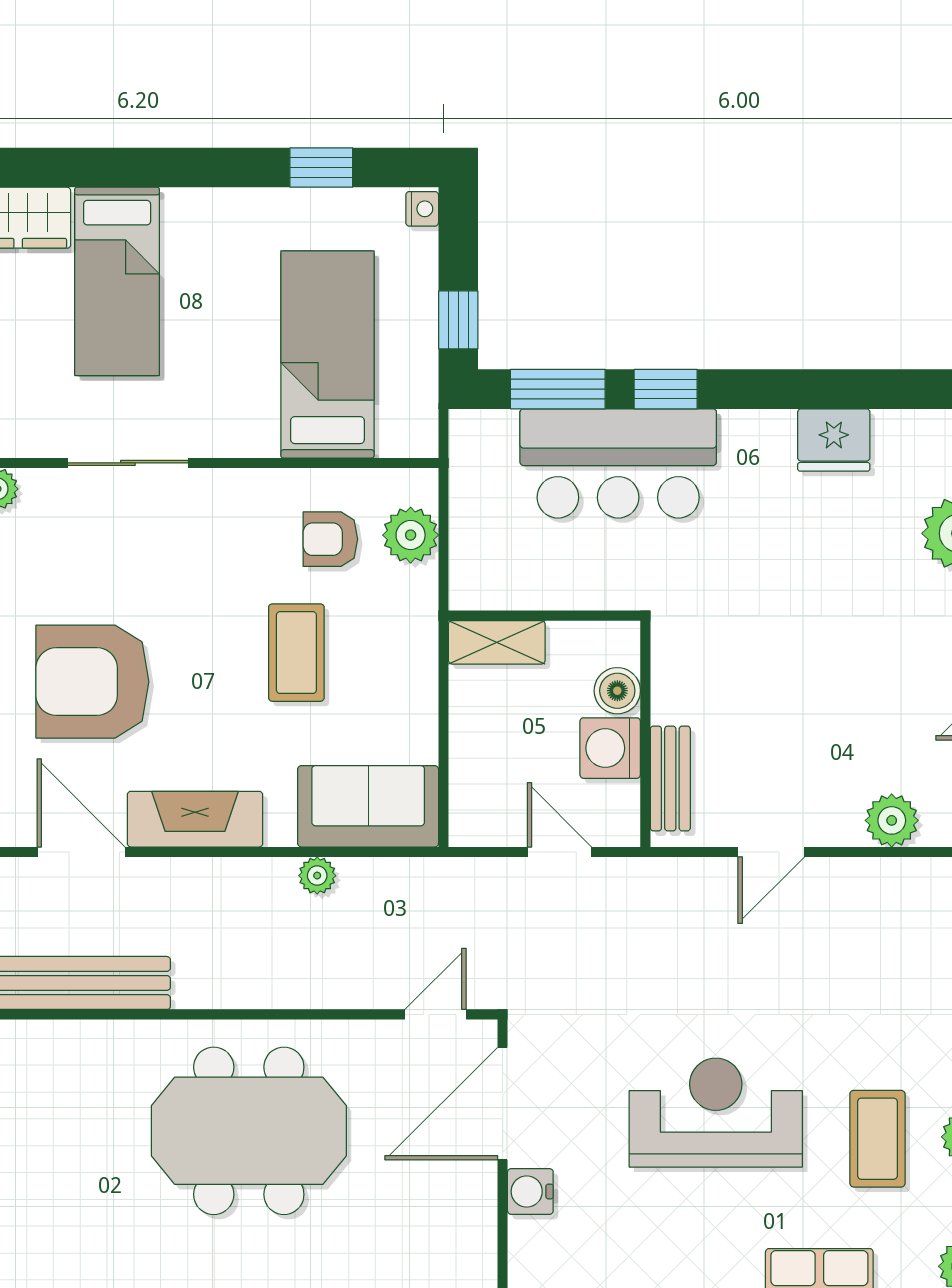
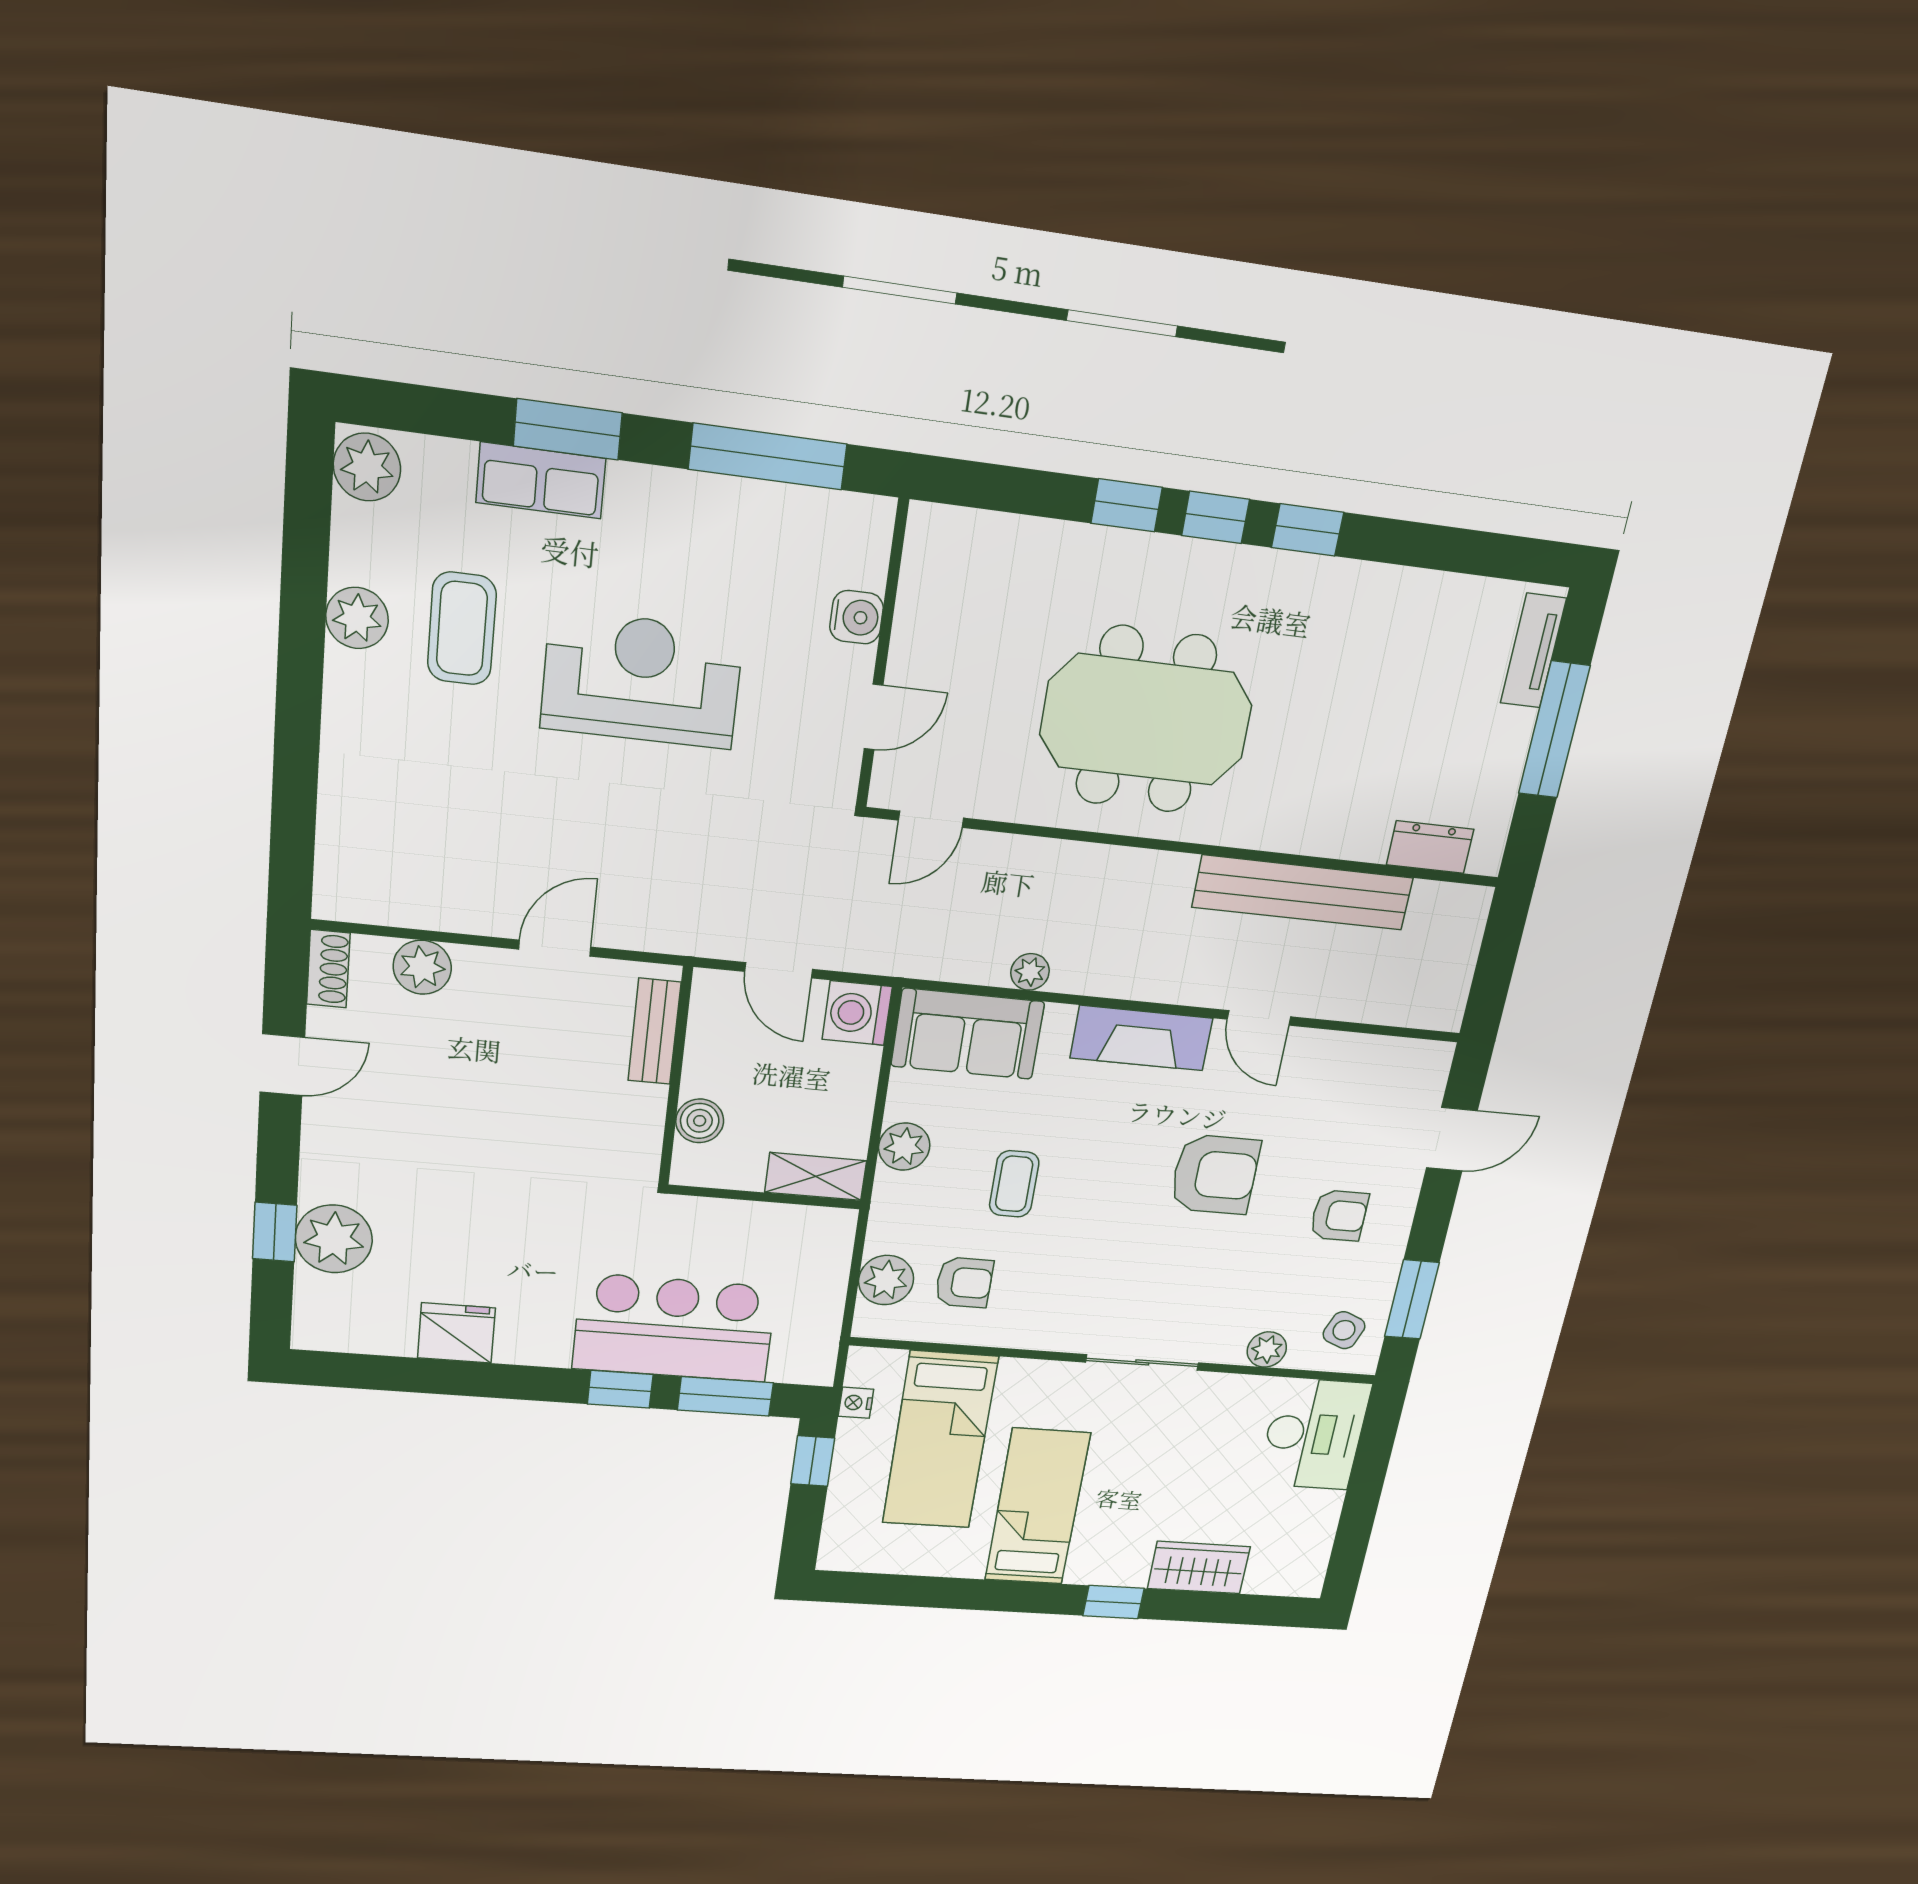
window: (321, 168) -> (1113, 1602), moved
nightstand: (422, 209) -> (856, 1403), moved
bed: (117, 281) -> (1037, 1507), moved
coffee table: (296, 653) -> (1014, 1184), width x0.73, depth x0.77
armchair: (92, 682) -> (1215, 1175), width x0.73, depth x0.73
plant: (413, 682) -> (904, 1147), added
washing machine: (610, 748) -> (857, 1013), moved, turned 180
door: (81, 852) -> (1259, 1018), width x0.73
door: (503, 1104) -> (874, 717), width x0.53
reception desk: (716, 1113) -> (642, 680), turned 180

